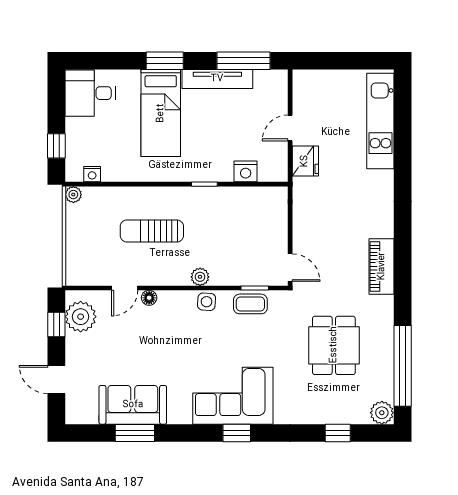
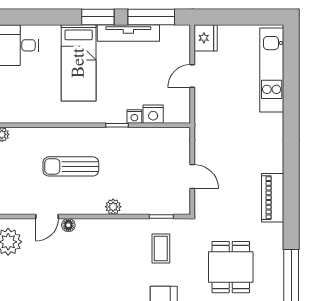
window: (165, 61) -> (98, 17), moved
fridge: (305, 161) -> (206, 38), moved
nightstand: (92, 174) -> (134, 117), moved
door: (290, 268) -> (192, 177), moved
side table: (206, 302) -> (119, 229), removed
coffee table: (250, 304) -> (161, 248), moved, turned 90

